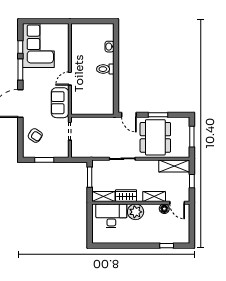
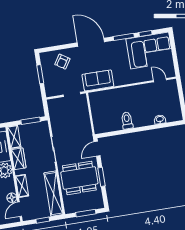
toilet: (105, 69) -> (127, 121), moved
door: (70, 79) -> (160, 80), moved
shelving: (174, 166) -> (53, 194), width x1.47

